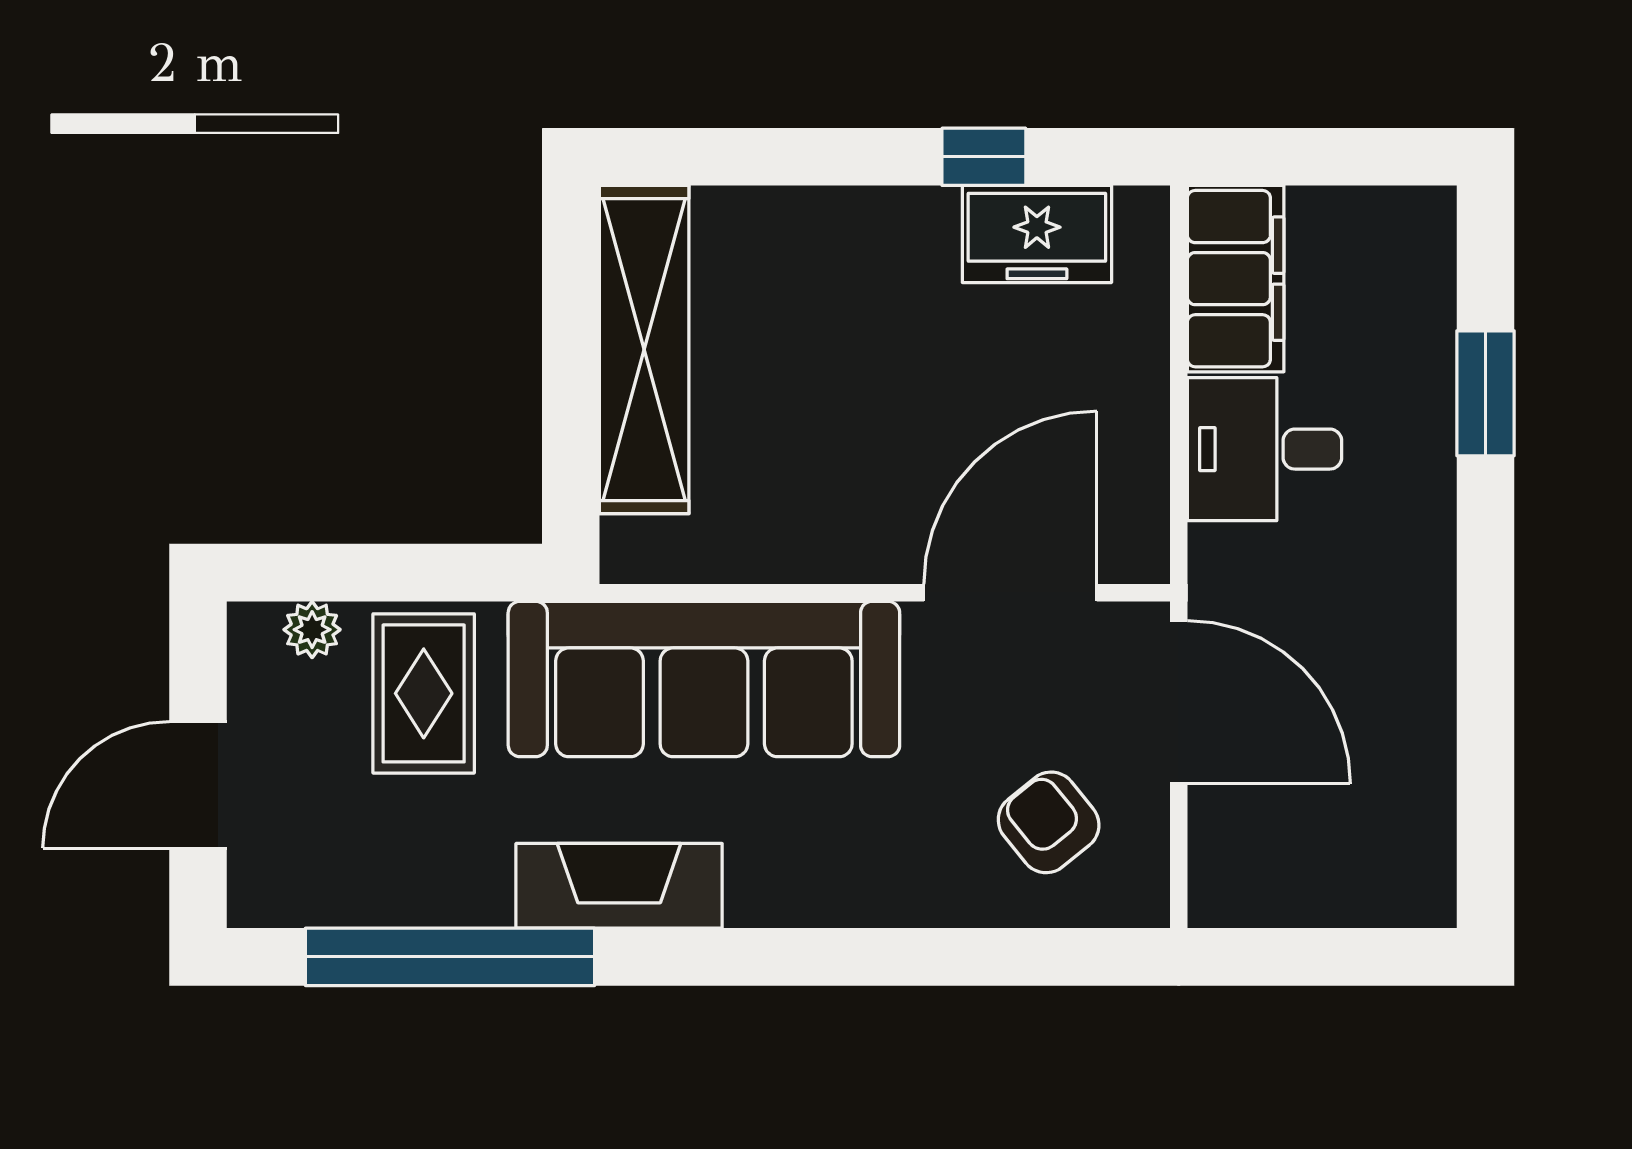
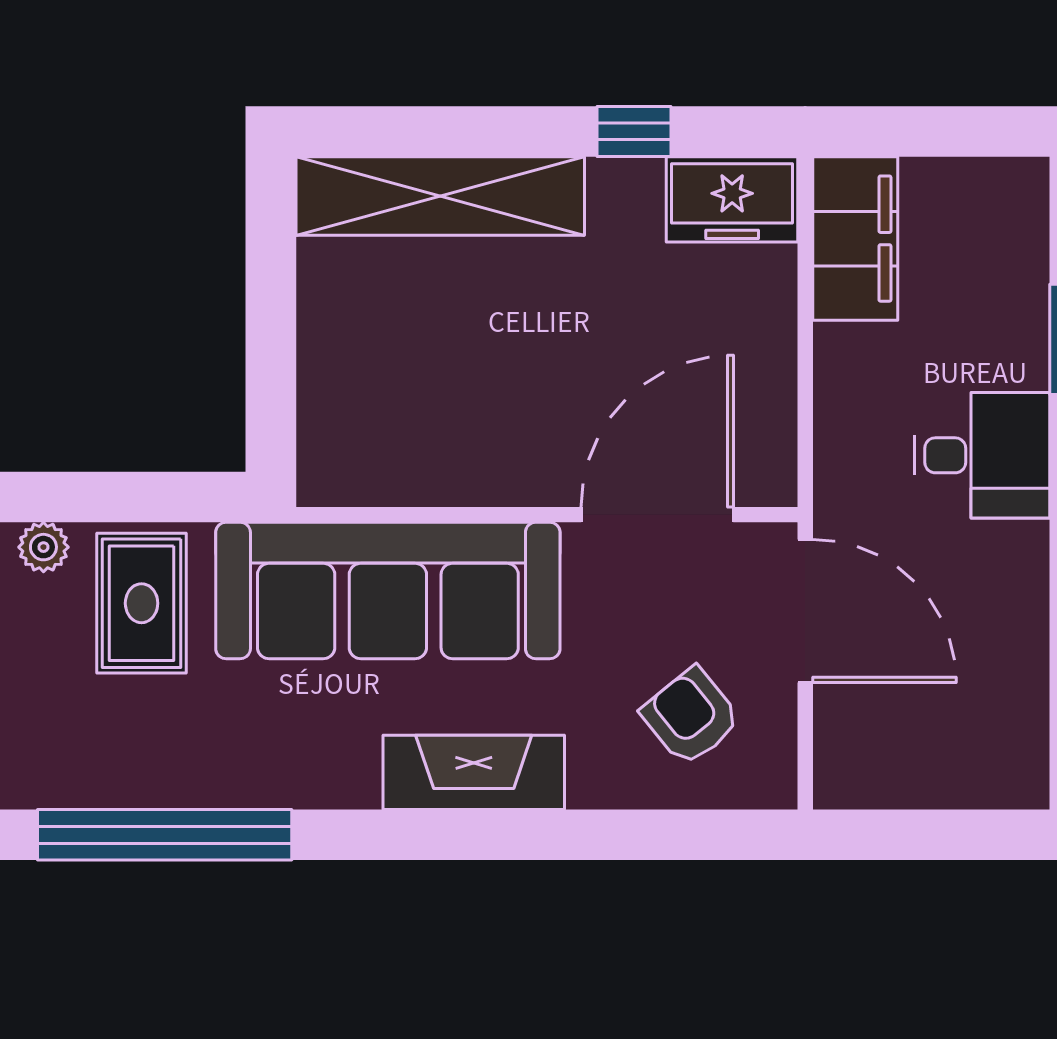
freezer: (1037, 234) -> (732, 199), moved
shelving: (644, 350) -> (440, 196), moved, turned 90
desk: (1264, 449) -> (982, 455), moved, turned 180
fireplace: (619, 886) -> (474, 772), moved

